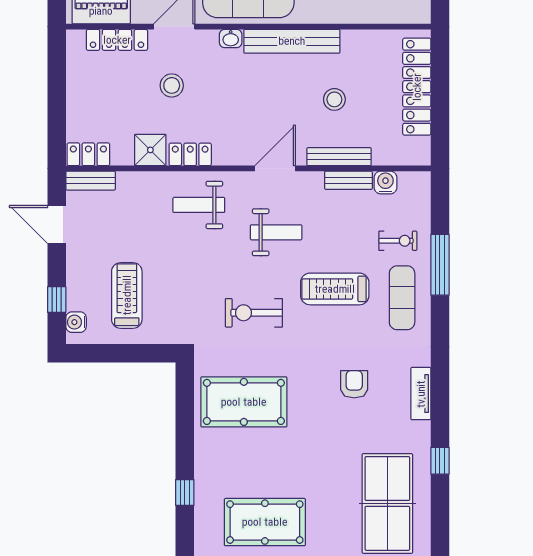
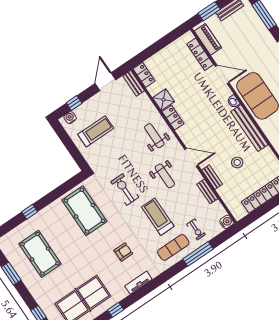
stool: (172, 85) -> (197, 90), removed
bench: (339, 157) -> (212, 177), width x0.73
water cooler: (385, 183) -> (227, 222), moved

